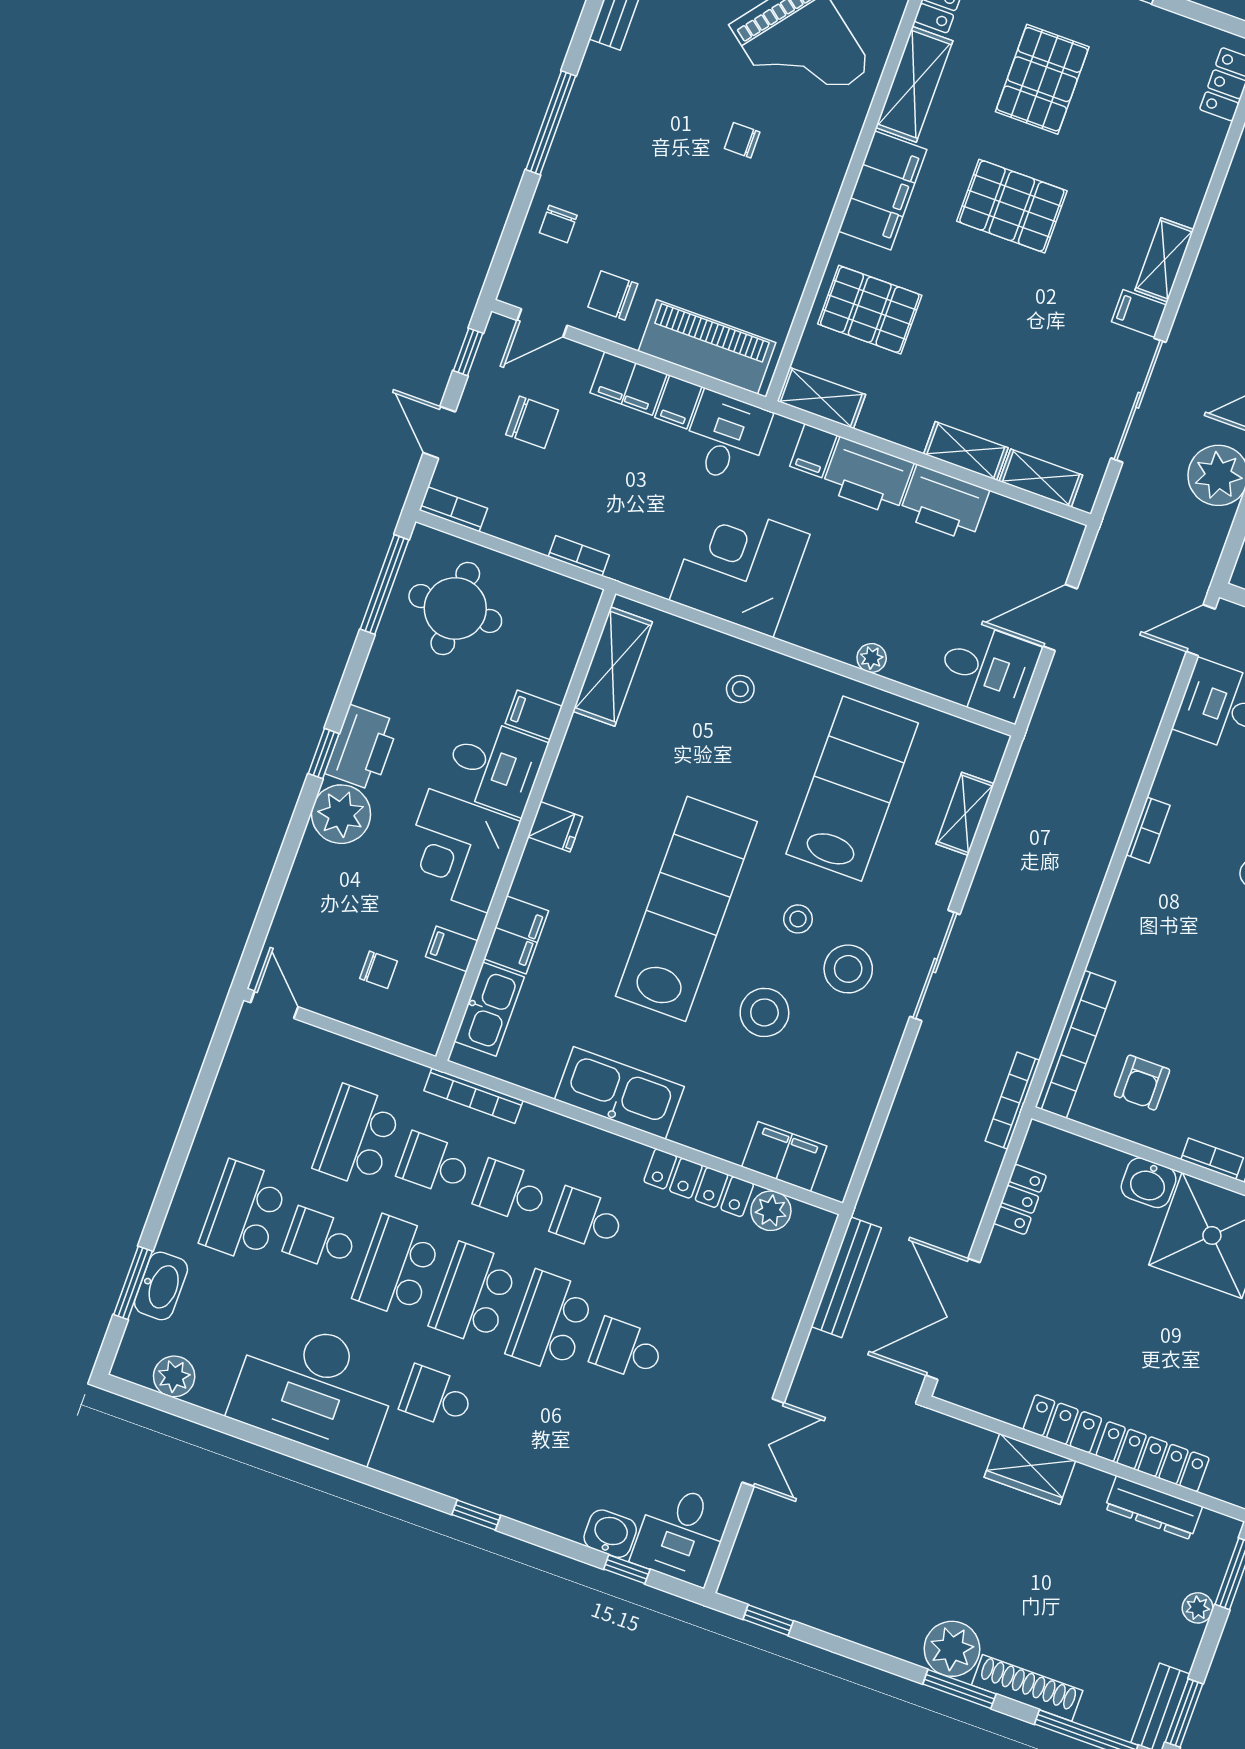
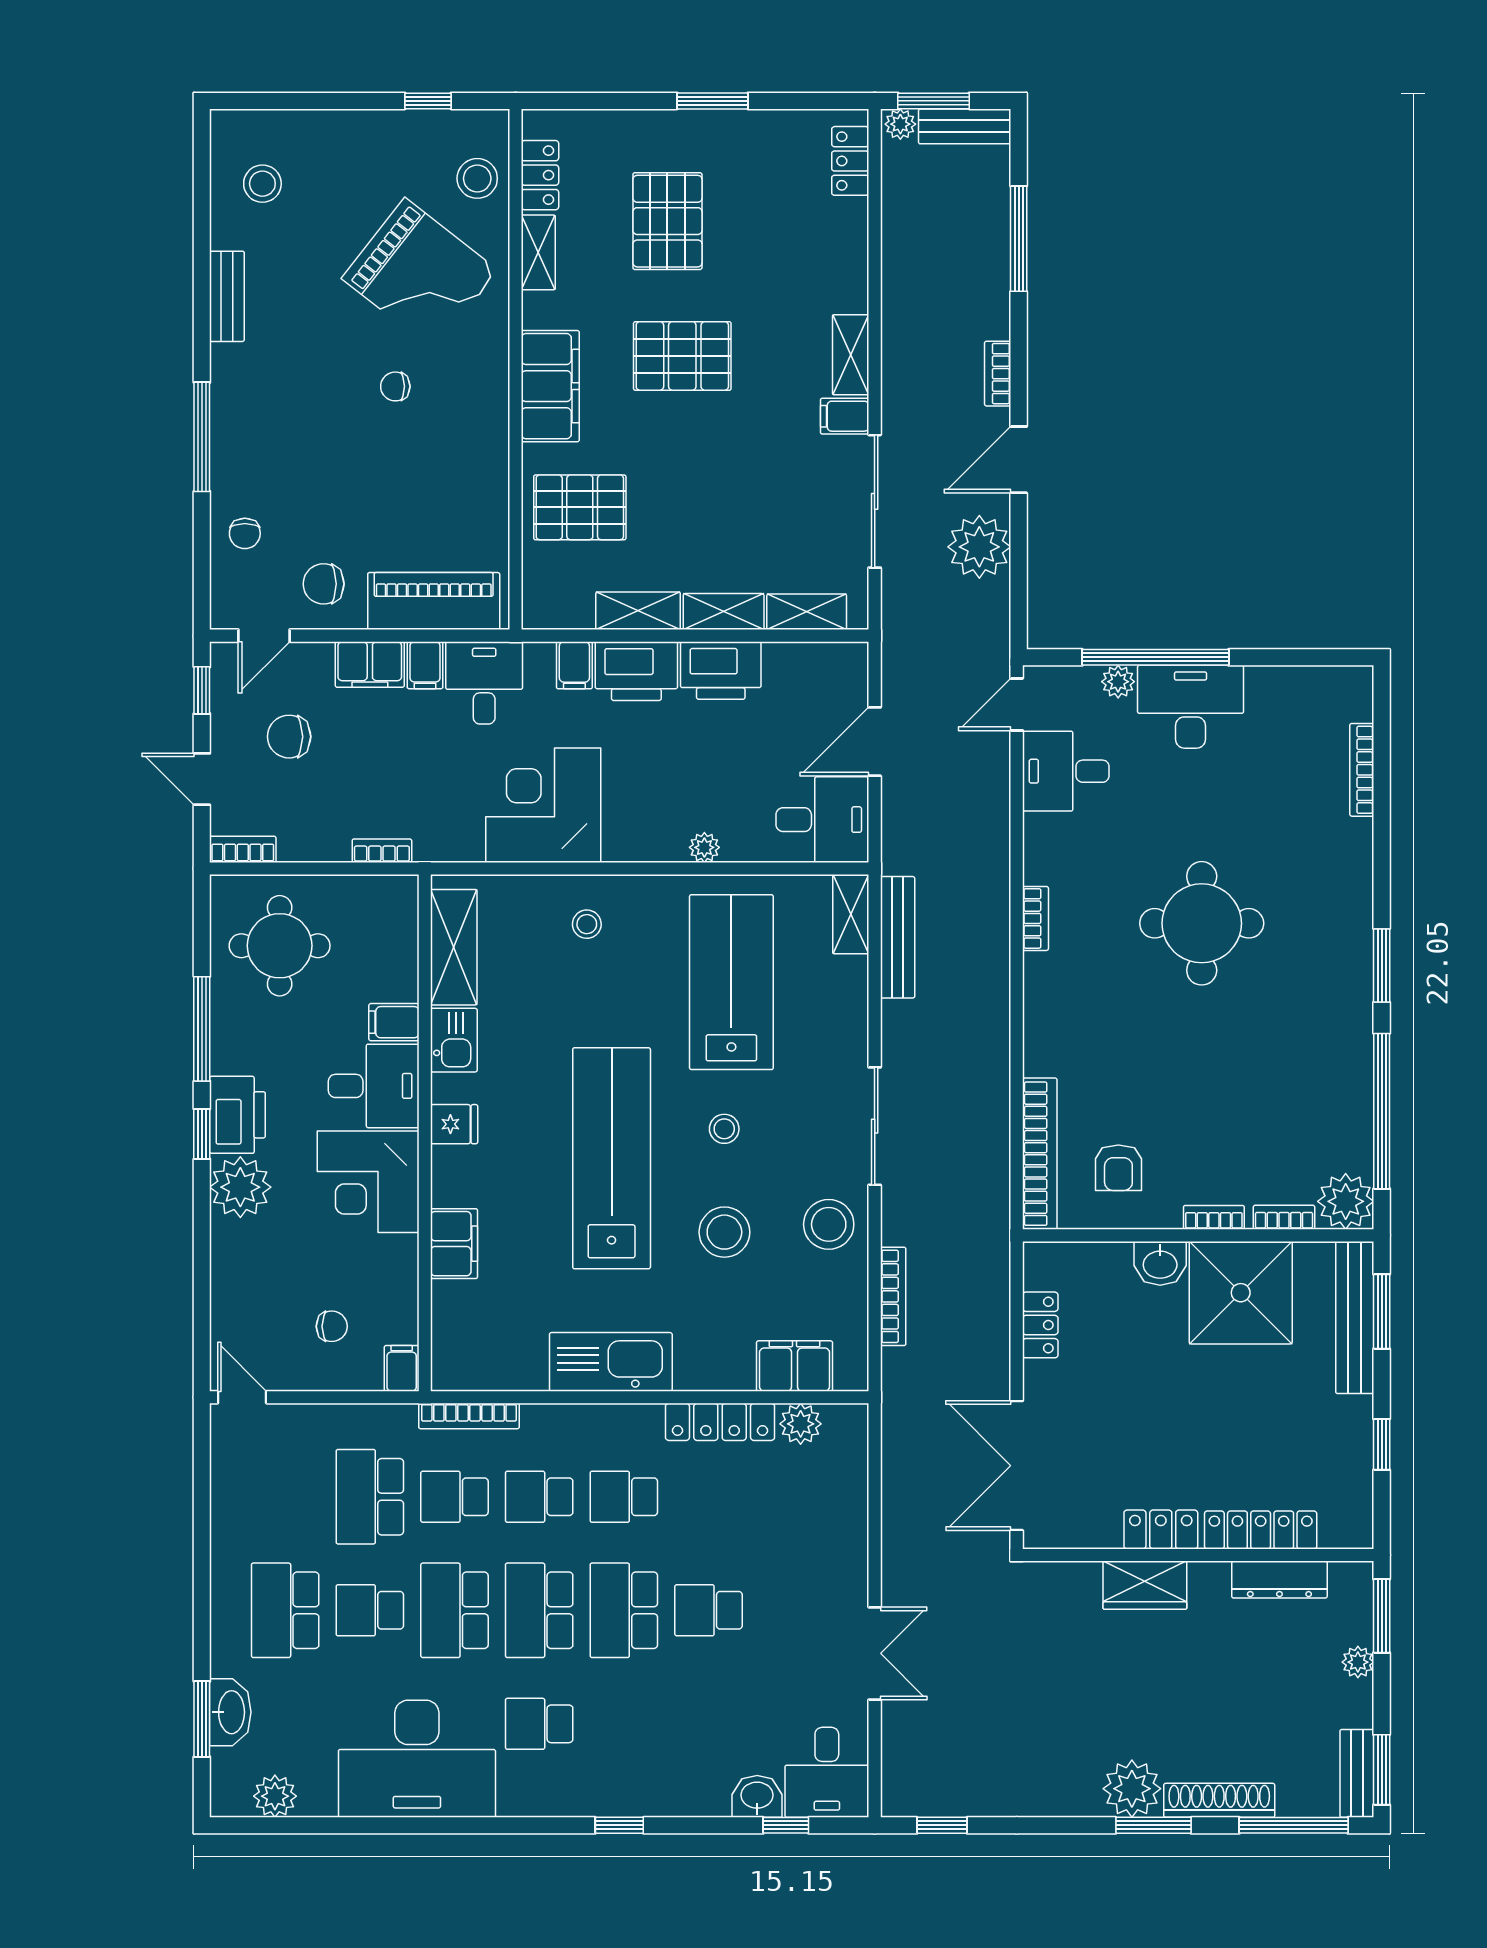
shelving: (914, 84) -> (538, 252), width x0.67, depth x0.75
shelving: (821, 398) -> (638, 611), moved
chair: (532, 422) -> (289, 737), turned 180
window: (384, 584) -> (202, 1029), moved
shelving: (965, 814) -> (851, 914), moved
filing cabinet: (452, 949) -> (402, 1368), moved, turned 90
stool: (848, 969) -> (829, 1224), moved
kitchen sink: (489, 1009) -> (454, 1040), moved, width x0.73
bookcase: (1012, 1101) -> (893, 1296), moved, turned 180
bench: (846, 1277) -> (898, 937), moved

